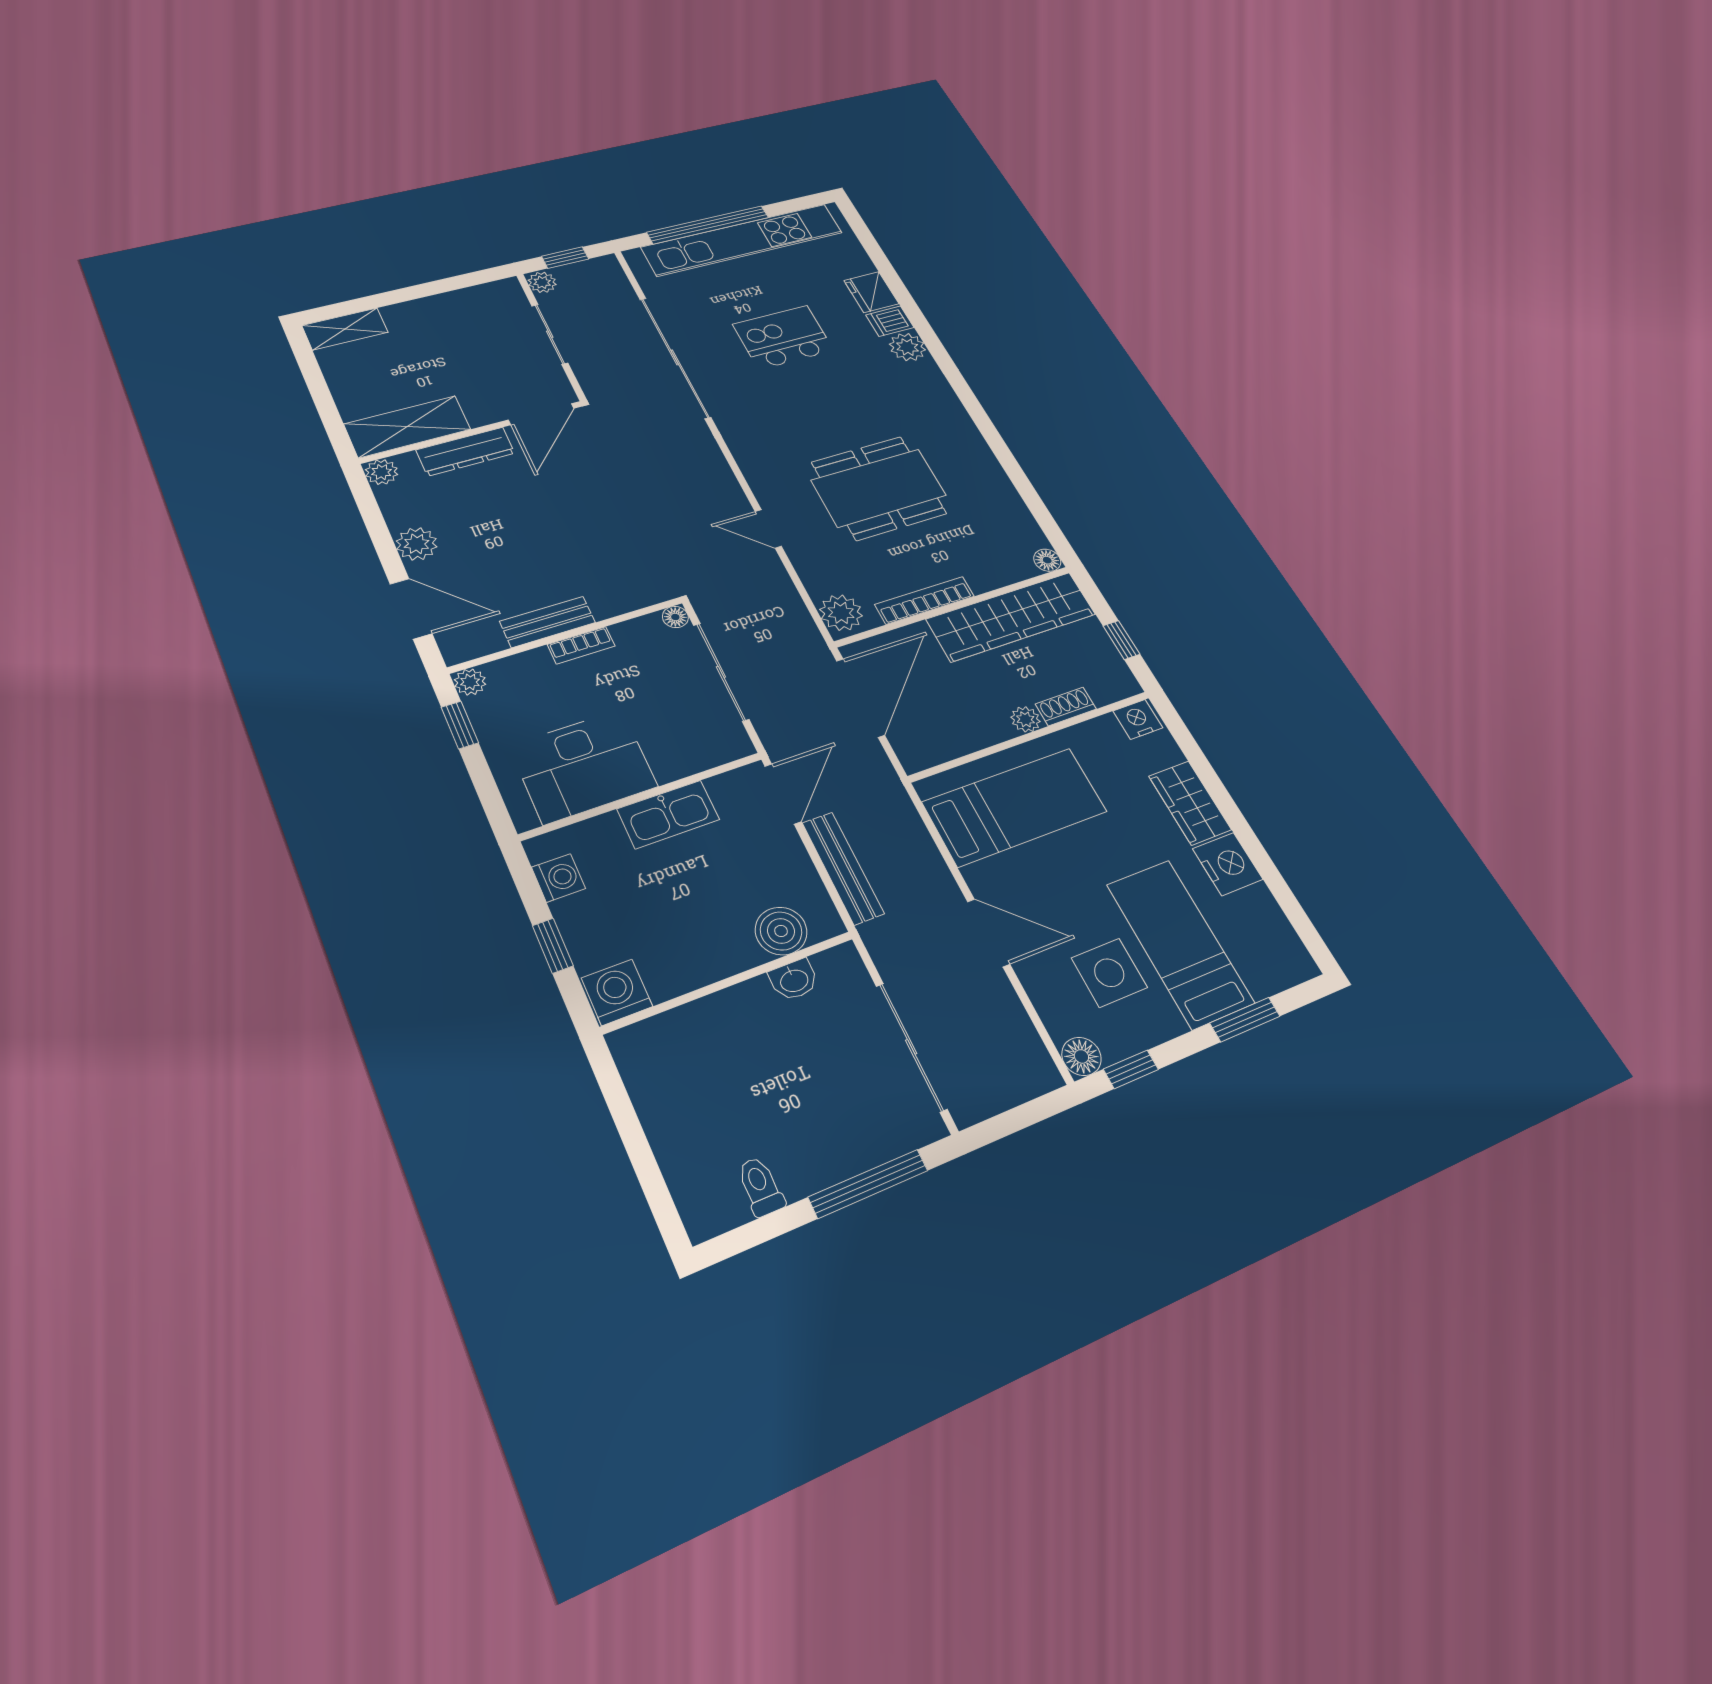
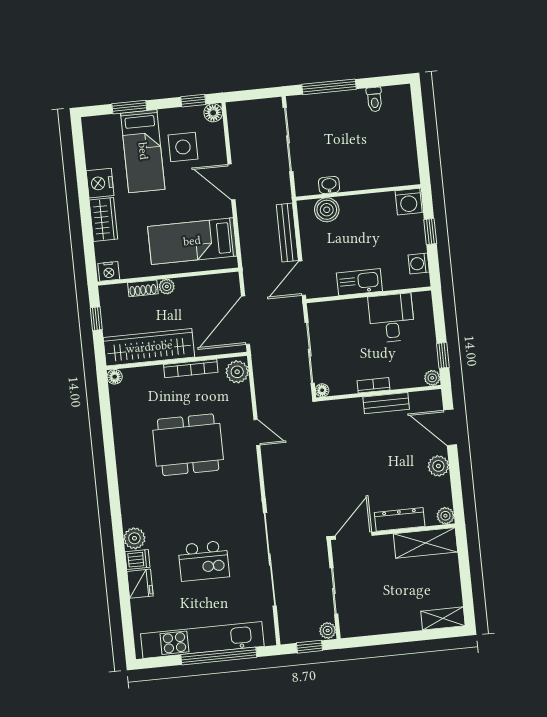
desk: (583, 766) -> (391, 318), width x0.73

